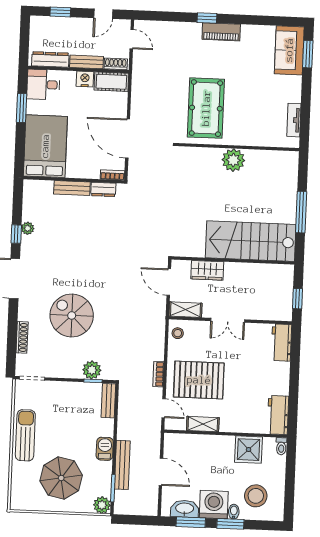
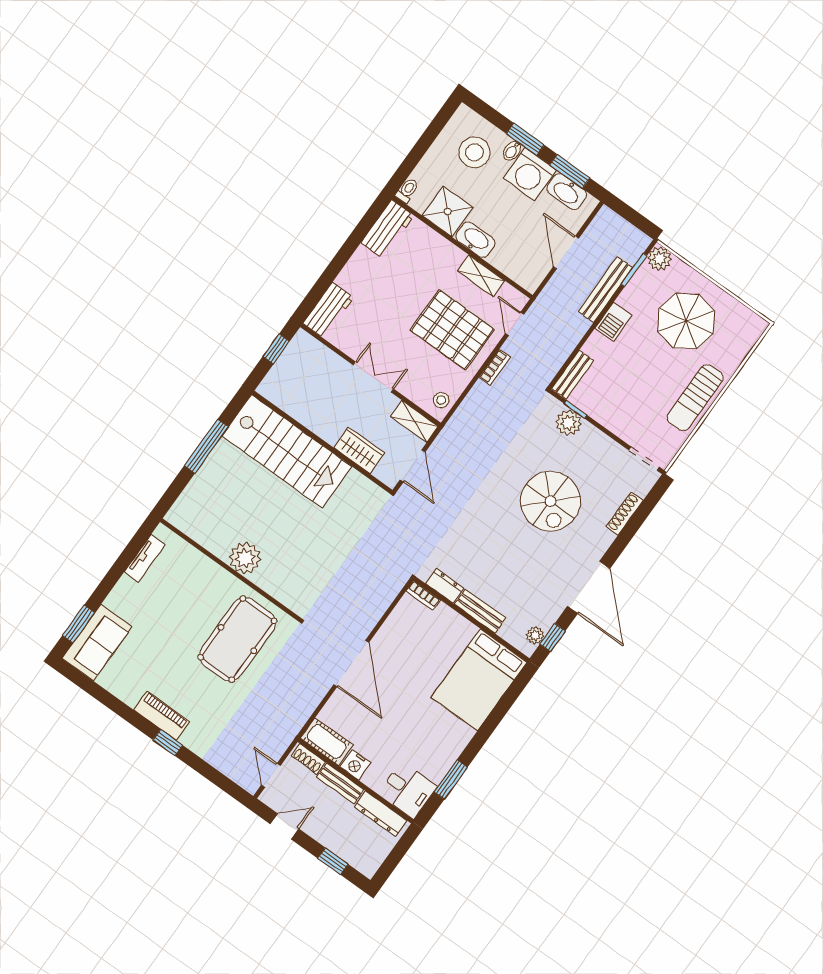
bed: (45, 146) -> (479, 680), moved
bookcase: (112, 175) -> (423, 596), moved
wall: (74, 180) -> (472, 619), moved
bench: (72, 188) -> (480, 611), moved
dresser: (103, 189) -> (445, 586), moved
washbasin: (221, 443) -> (475, 240), added

